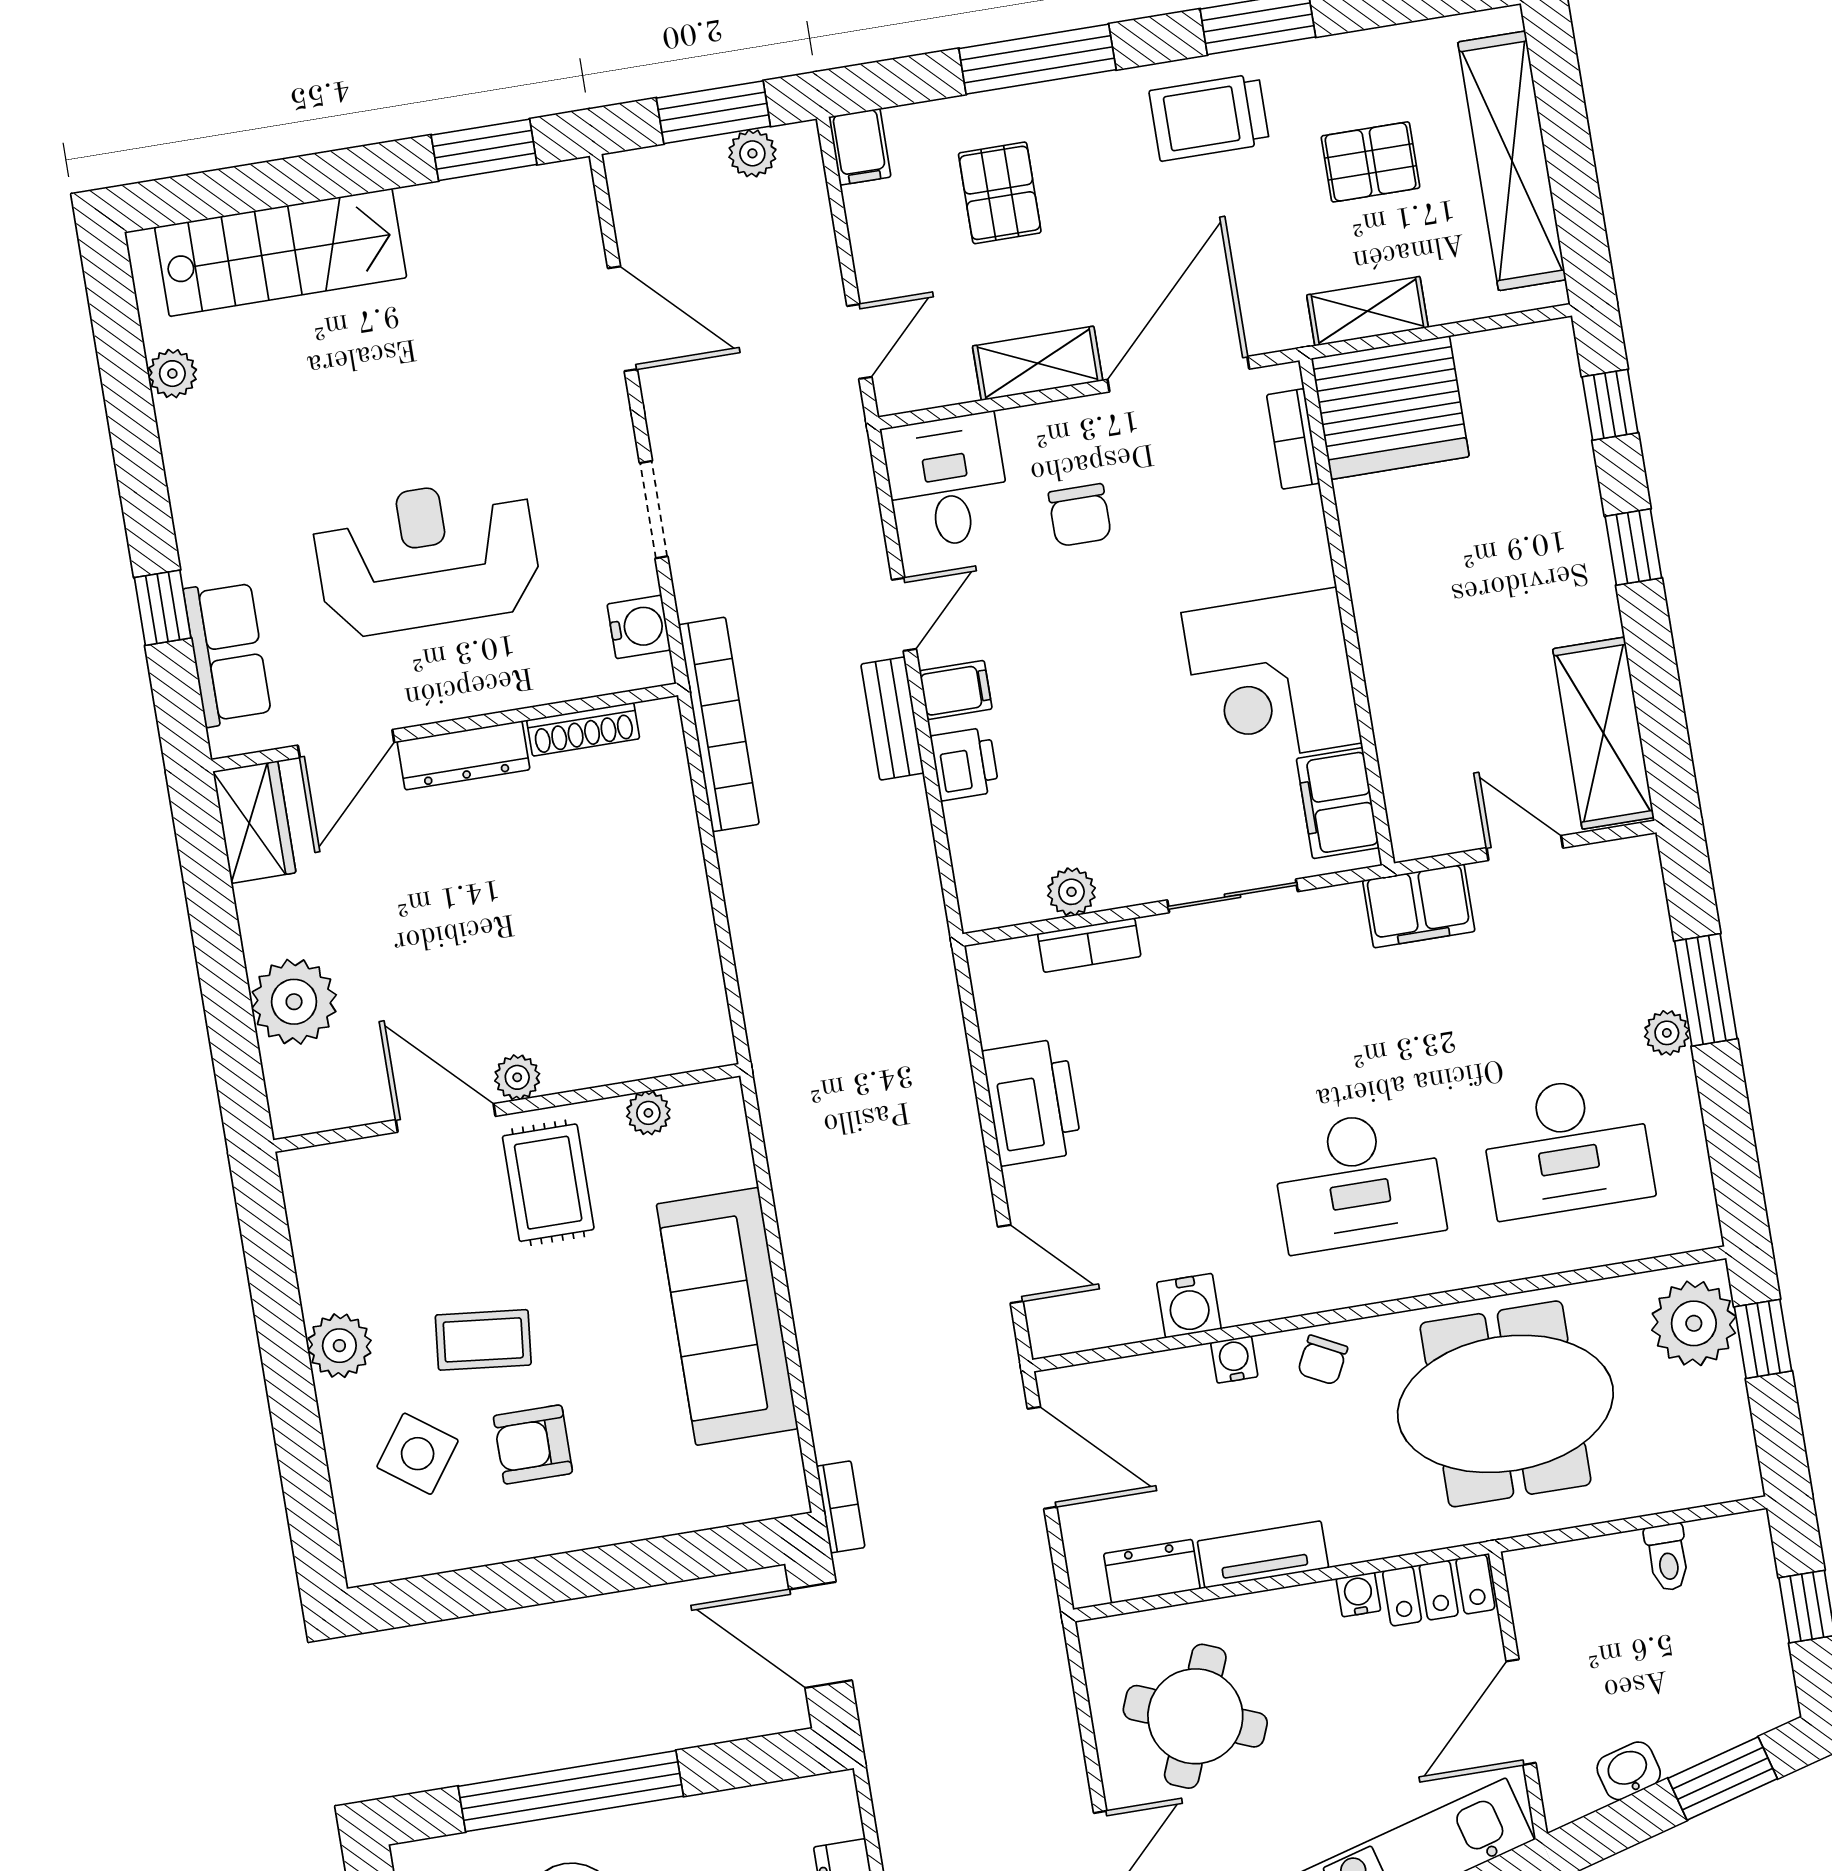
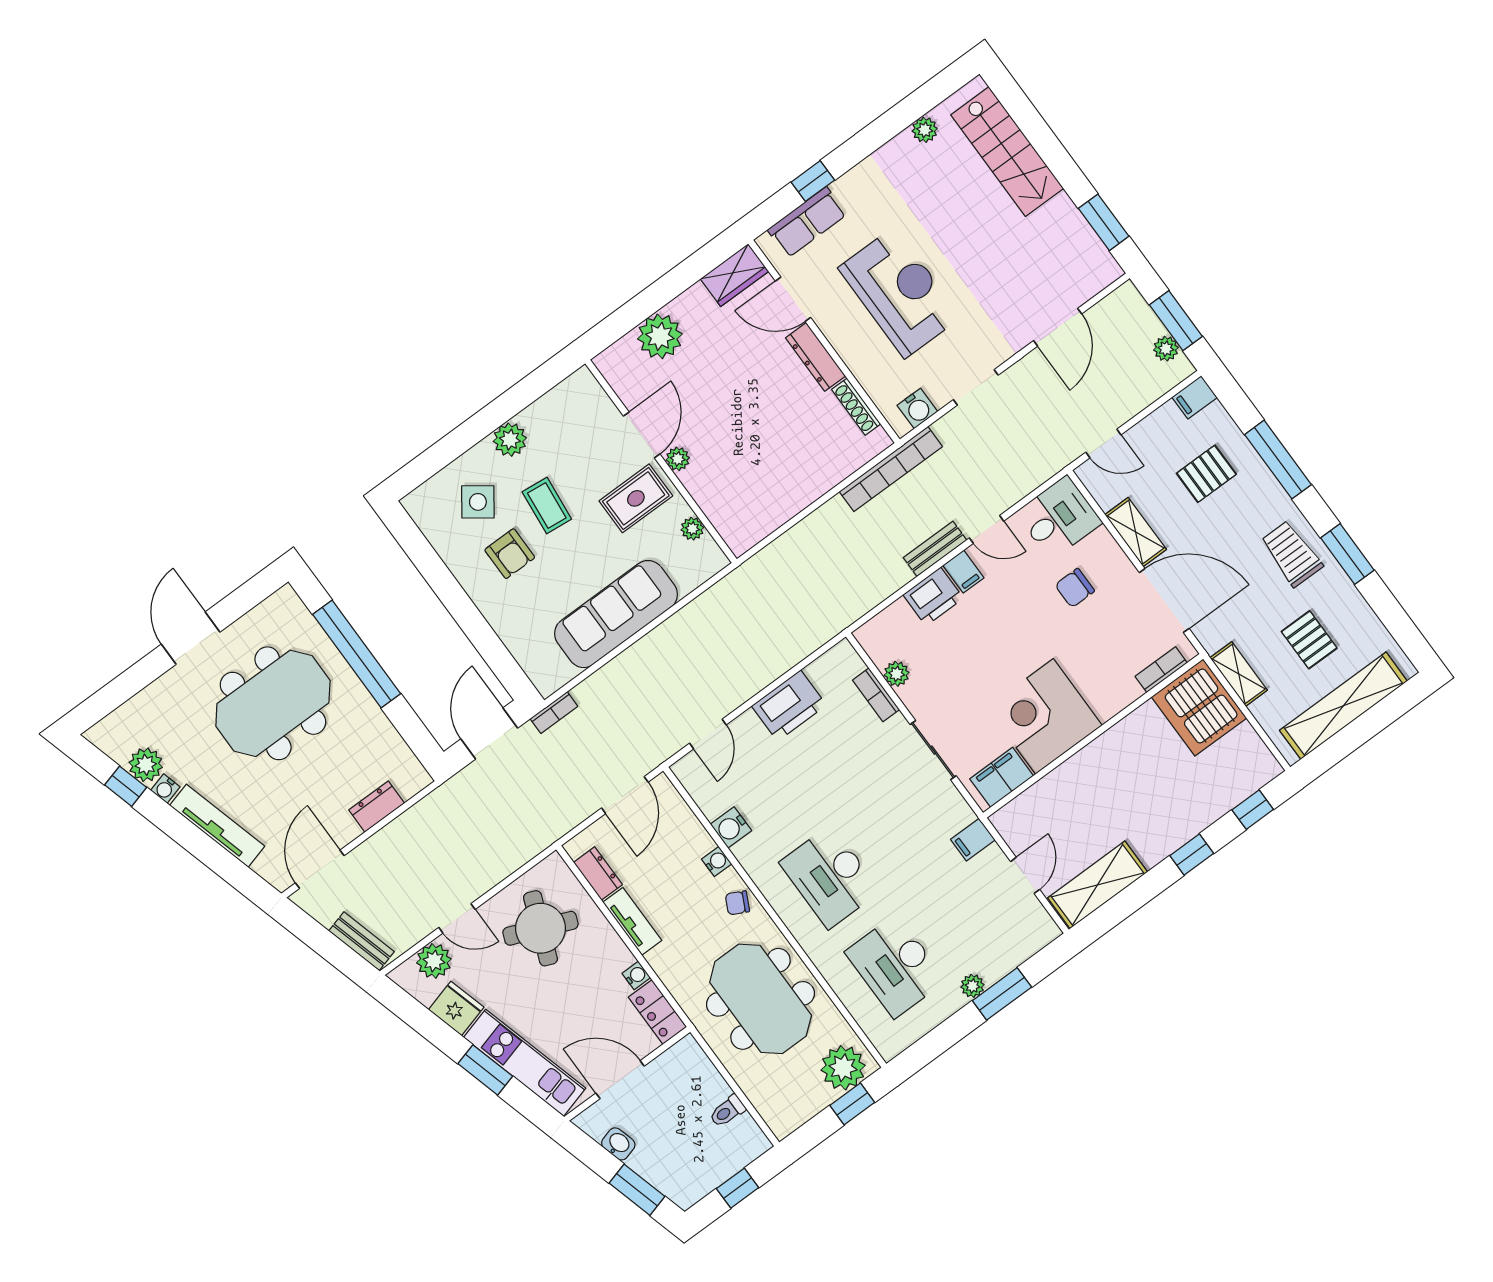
printer: (965, 764) -> (933, 596), width x1.36, depth x1.24
filing cabinet: (1419, 906) -> (973, 840), width x0.50
armchair: (533, 1444) -> (510, 554), turned 180

